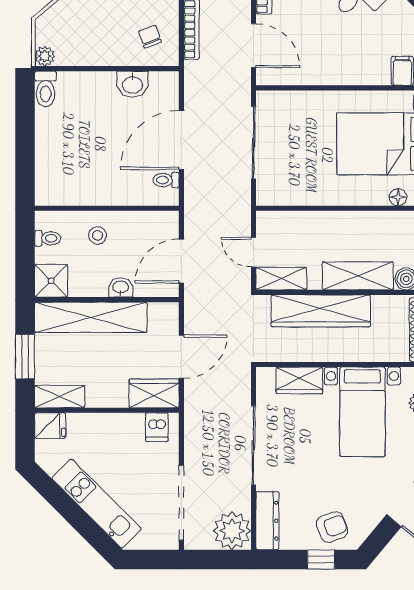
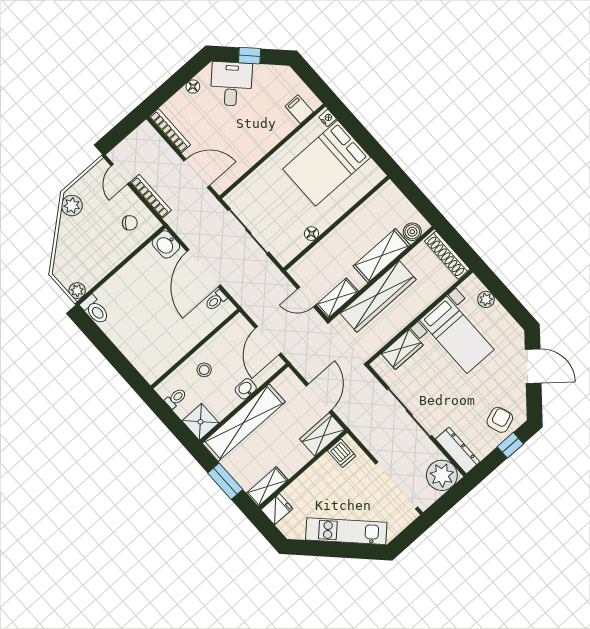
chair: (150, 37) -> (130, 223), turned 150
washbasin: (132, 84) -> (166, 244), moved, turned 90
floor lamp: (398, 197) -> (312, 234), moved

